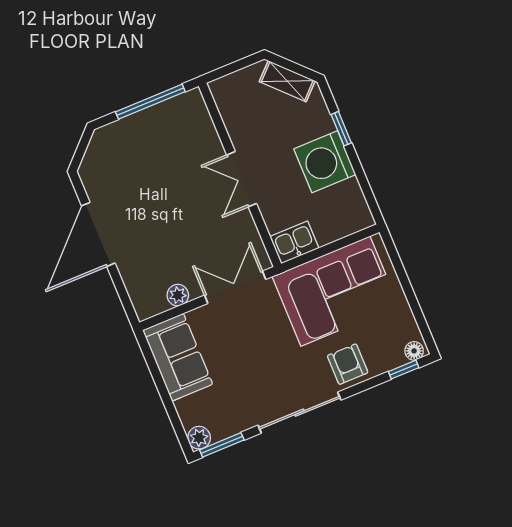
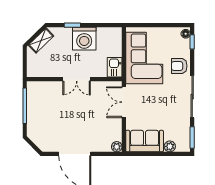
plant: (178, 295) -> (117, 147), moved
plant: (199, 438) -> (170, 146), moved

